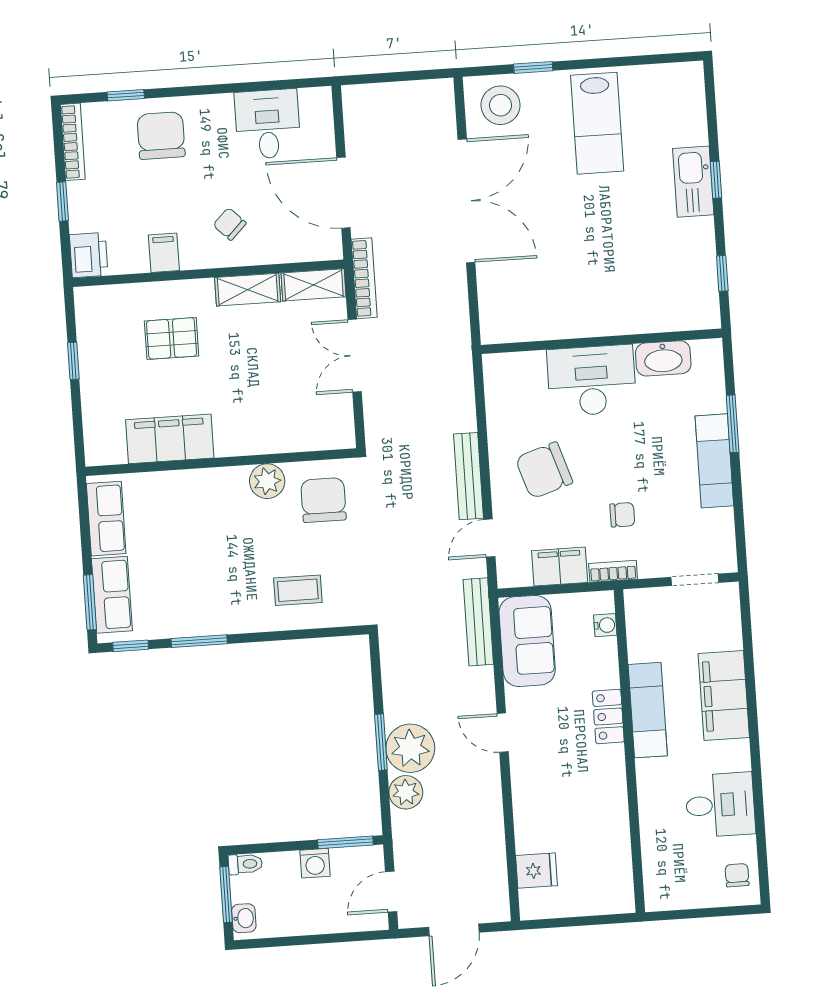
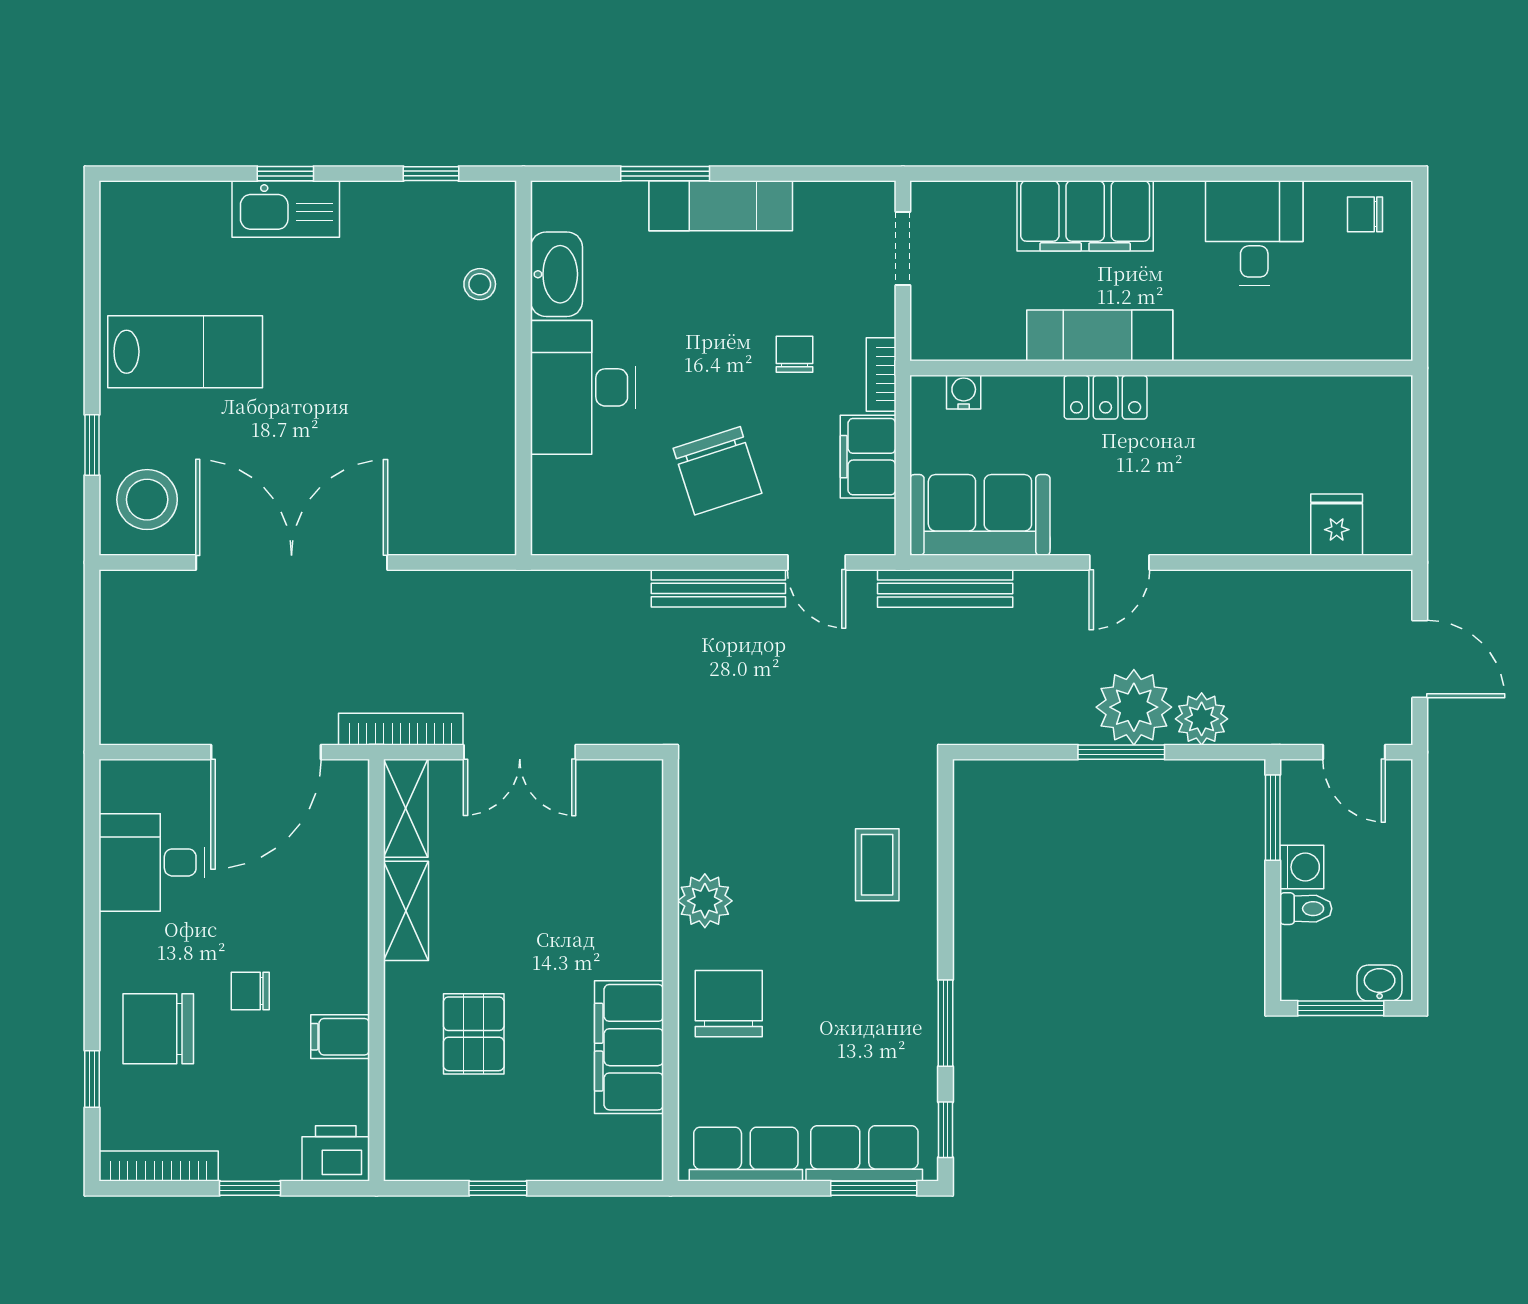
chair: (230, 224) -> (250, 991), moved, turned 45
stool: (653, 309) -> (480, 284), added
chair: (323, 500) -> (729, 1004), moved, turned 90
toilet: (245, 864) -> (1306, 909), moved, turned 90

